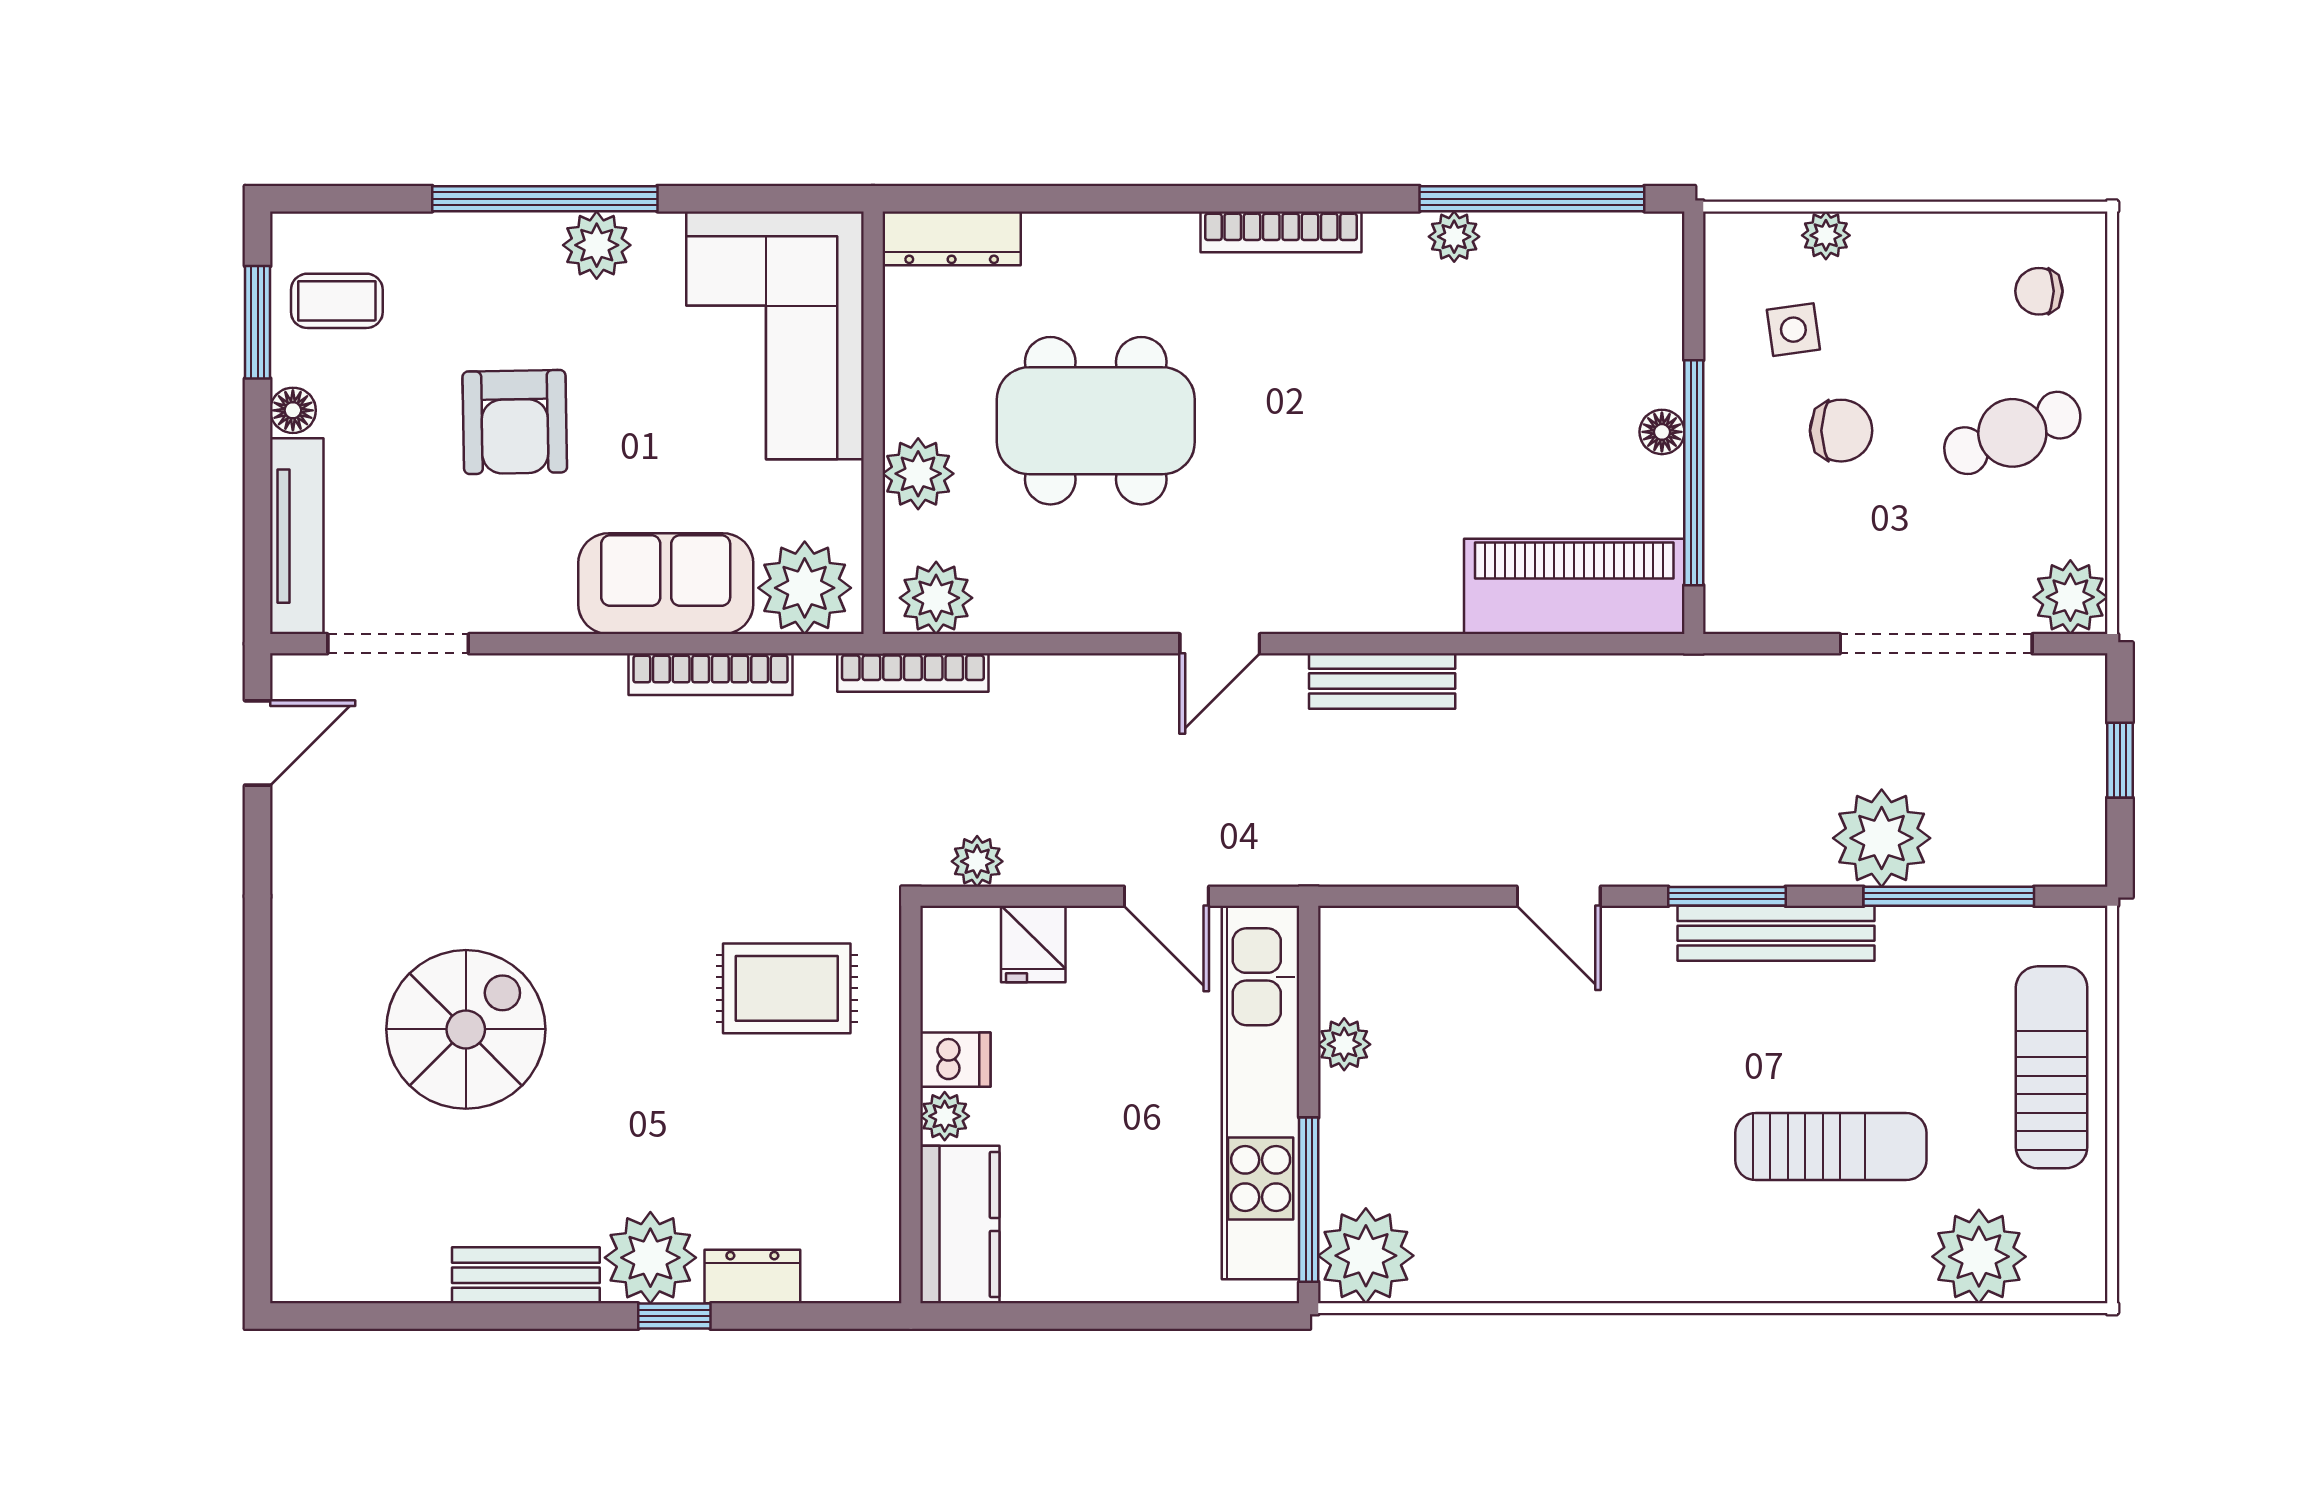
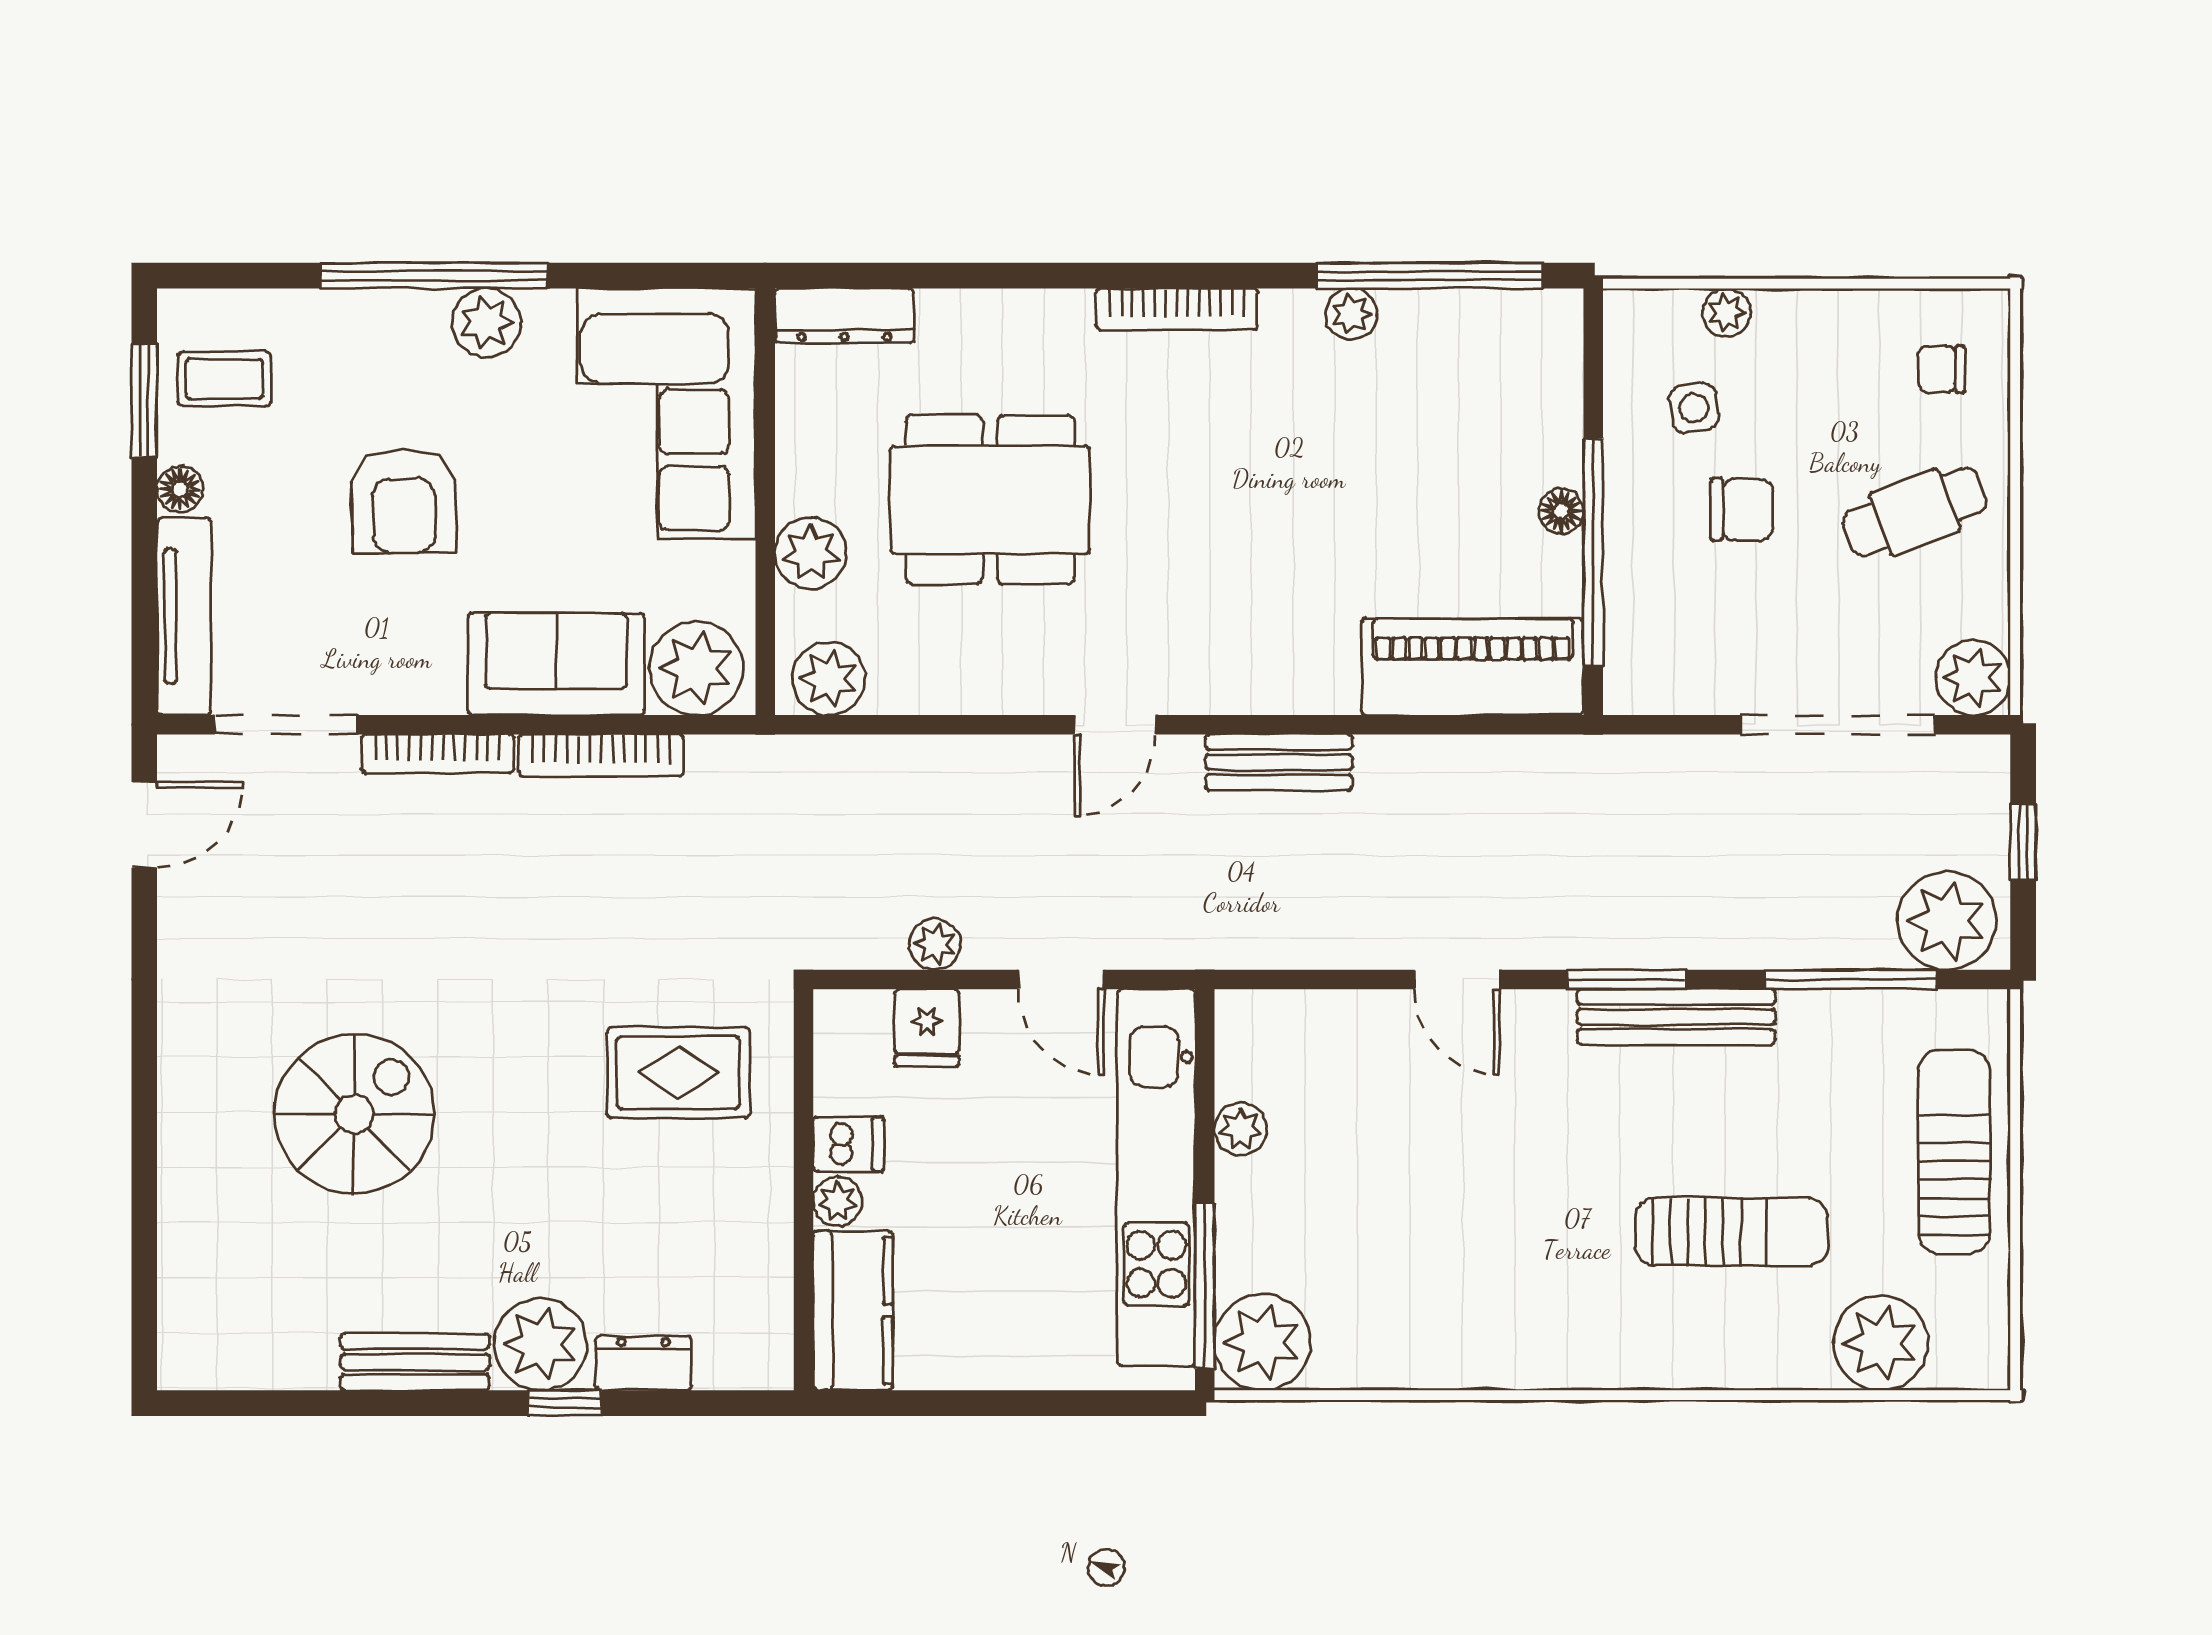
bookcase: (913, 673) -> (437, 754), moved
plant: (1882, 838) -> (1947, 921), moved
plant: (977, 861) -> (935, 944), moved

